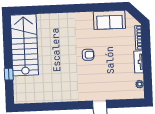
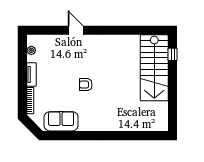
stairs: (24, 45) -> (154, 68), moved
window: (9, 74) -> (173, 54), moved

